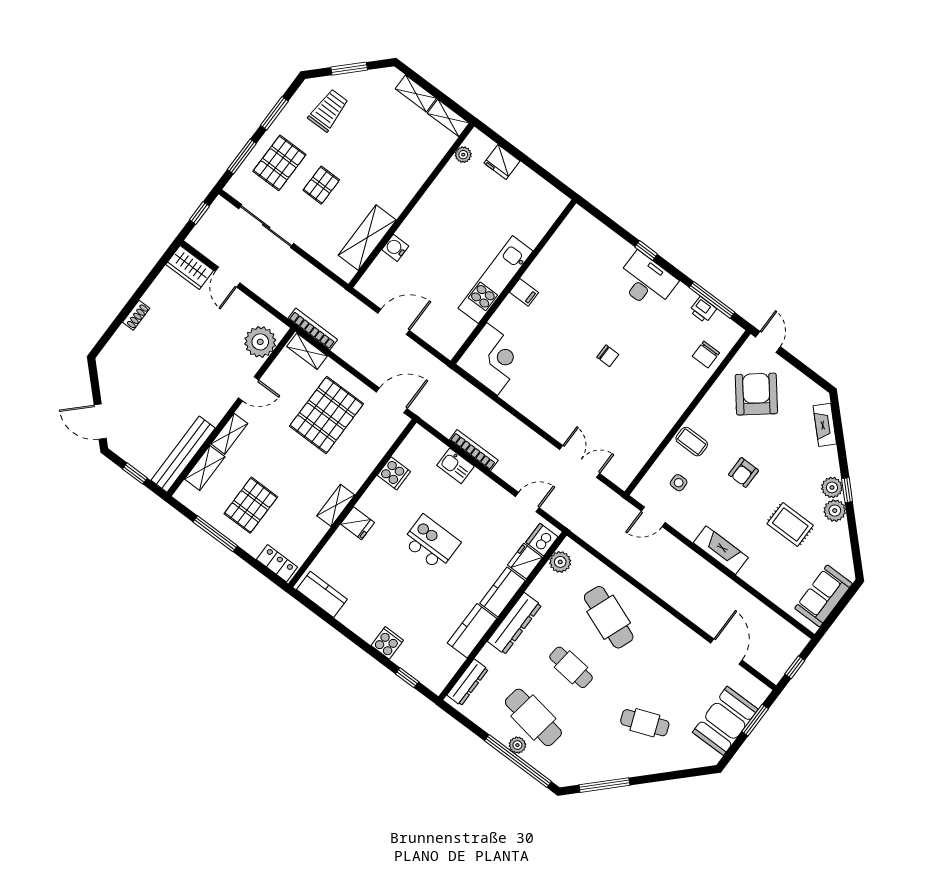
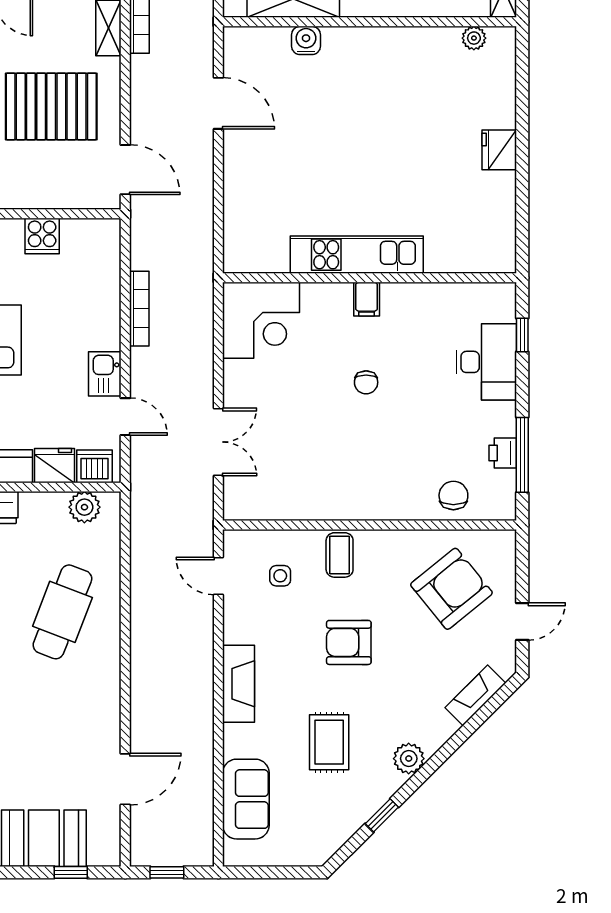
fridge: (502, 162) -> (499, 150), moved
kitchen unit: (495, 280) -> (357, 255), moved
wall: (513, 282) -> (370, 278), moved
filing cabinet: (524, 292) -> (367, 299), moved
door: (768, 342) -> (522, 622), moved
chair: (706, 354) -> (453, 495), turned 90
corner desk: (492, 359) -> (261, 320), moved
kitchen sink: (455, 466) -> (105, 374), moved
armchair: (744, 473) -> (349, 642), width x1.38, depth x1.38
window: (847, 490) -> (382, 815), moved
plant: (835, 511) -> (384, 782), removed
sofa: (824, 596) -> (246, 799), moved, turned 90
window: (755, 720) -> (71, 872), width x0.67

